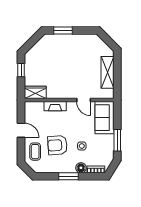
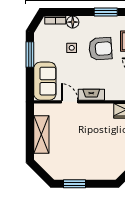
window: (63, 31) -> (75, 184), moved
fireplace: (55, 106) -> (91, 95), moved
window: (69, 176) -> (106, 12), moved

